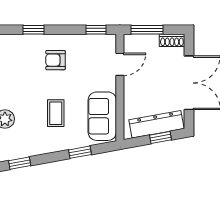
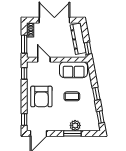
window: (33, 30) -> (24, 120), moved
armchair: (56, 60) -> (41, 96), width x1.88, depth x1.88
window: (160, 138) -> (88, 48), moved
window: (80, 152) -> (96, 94), moved

